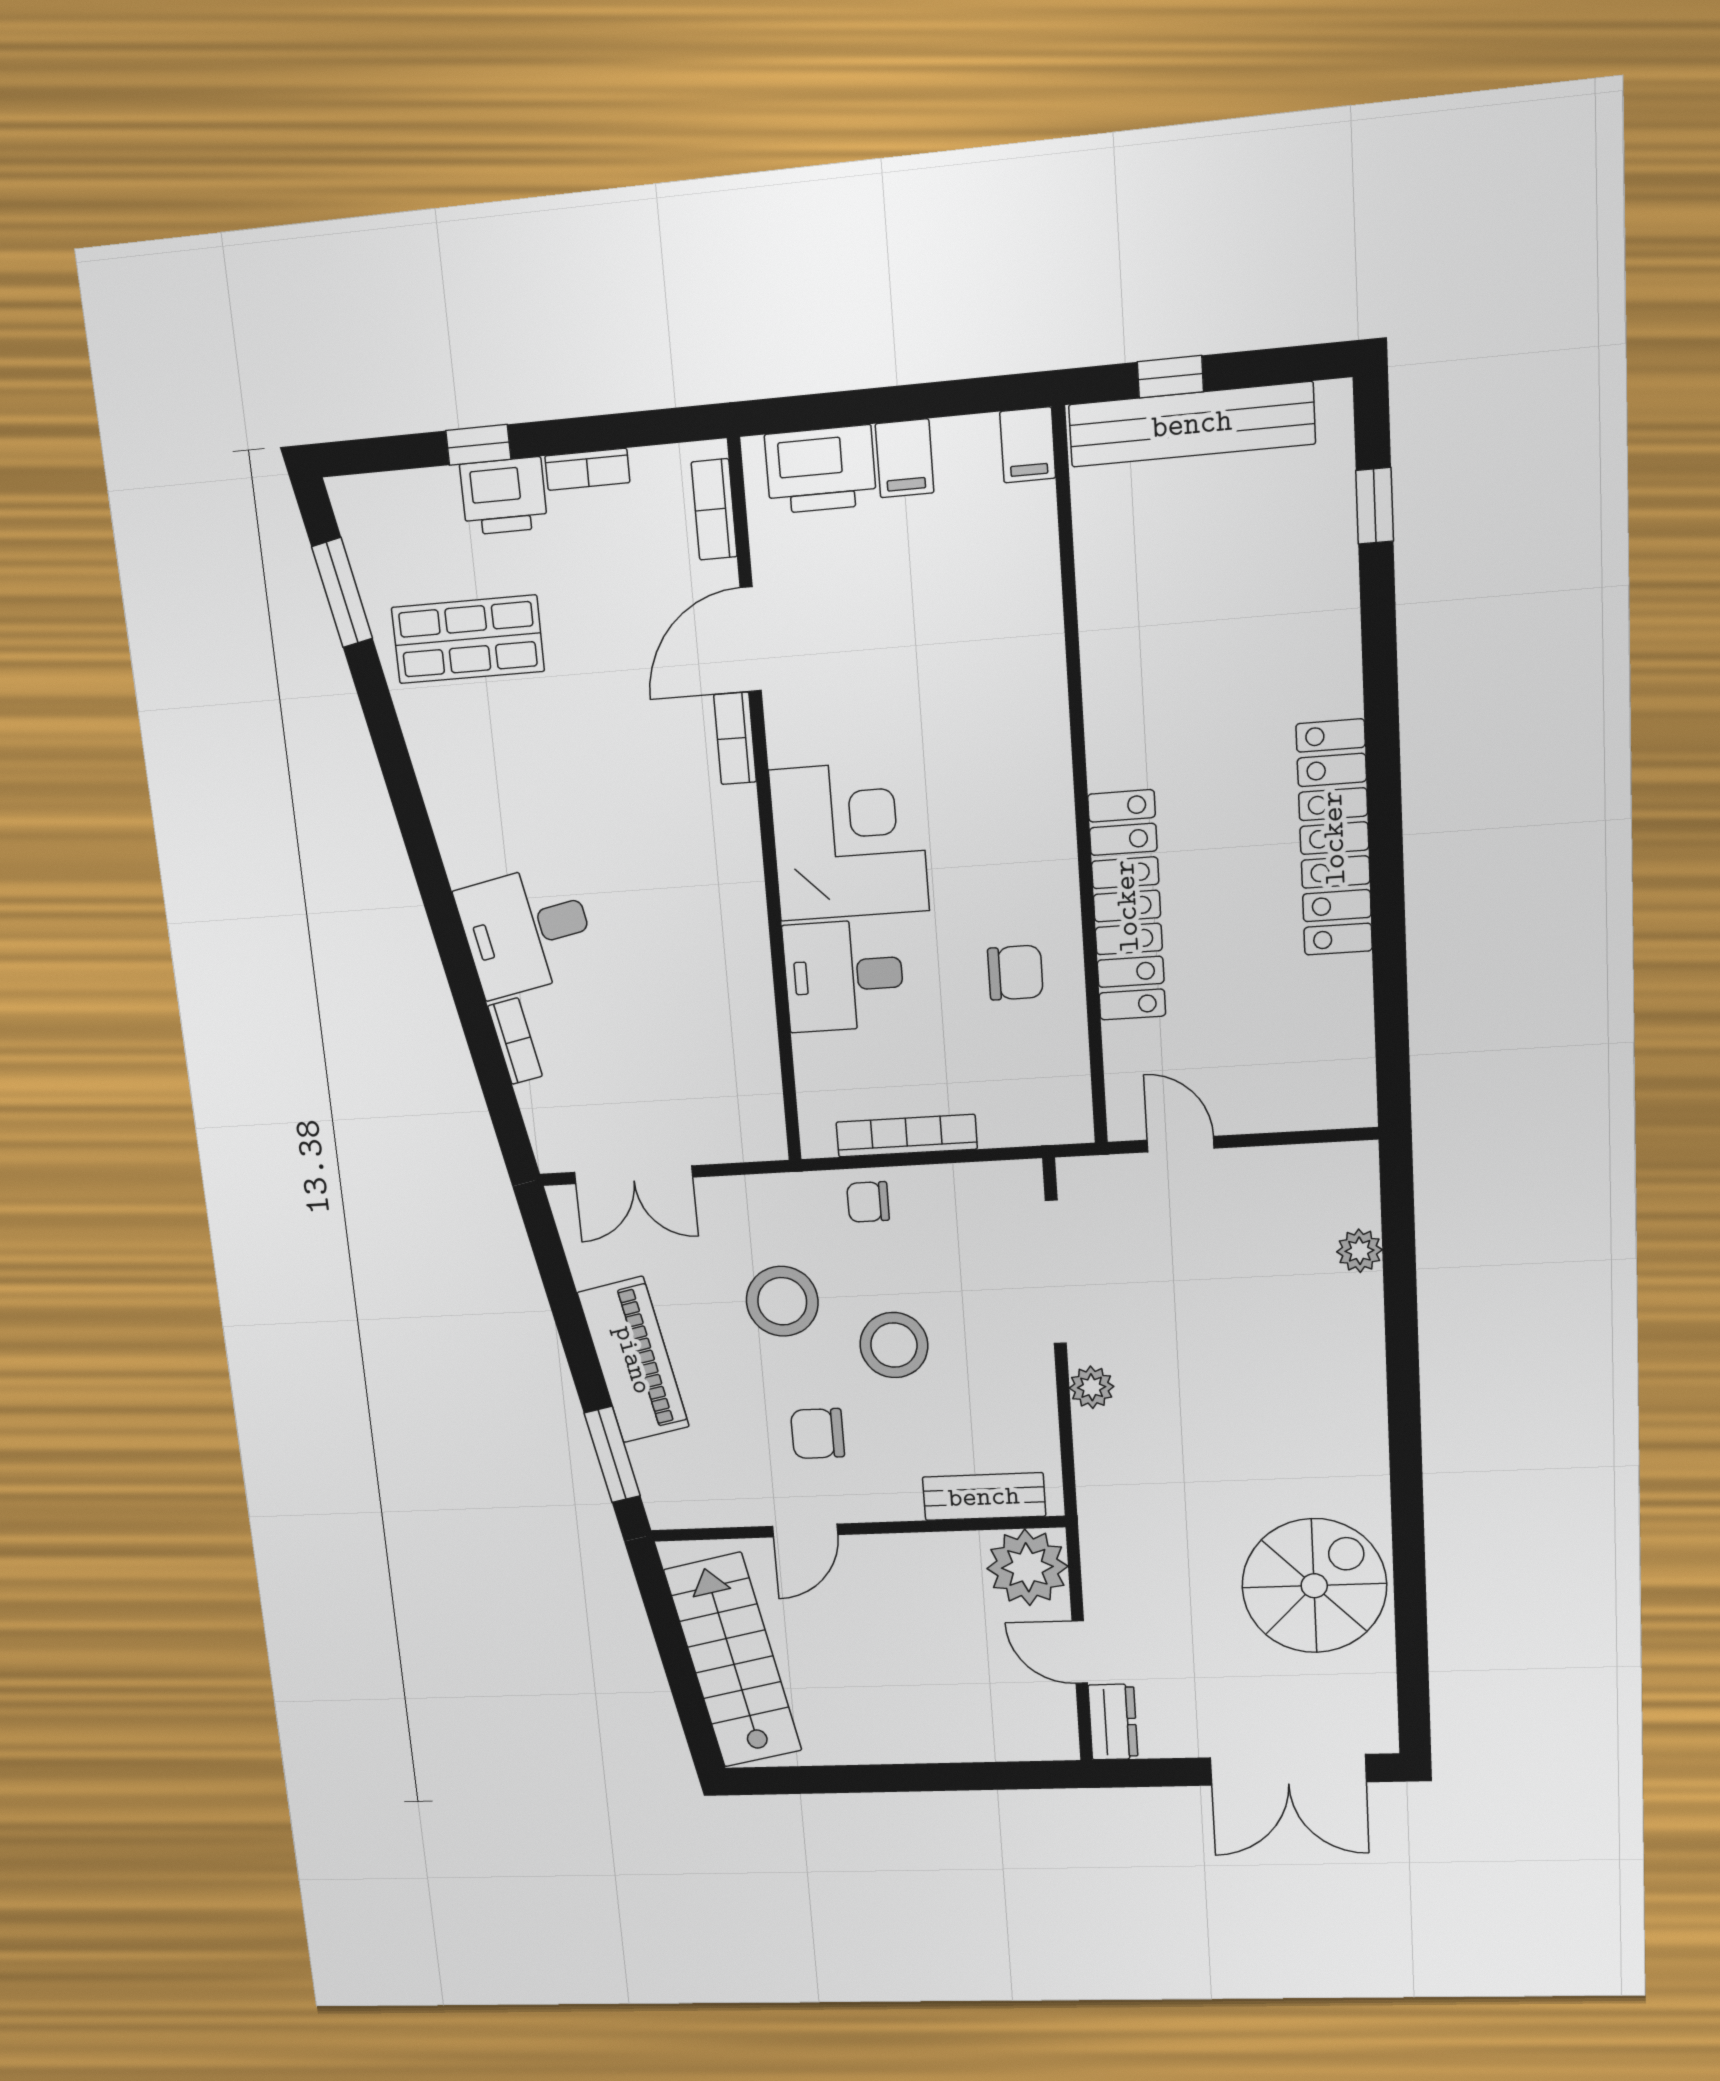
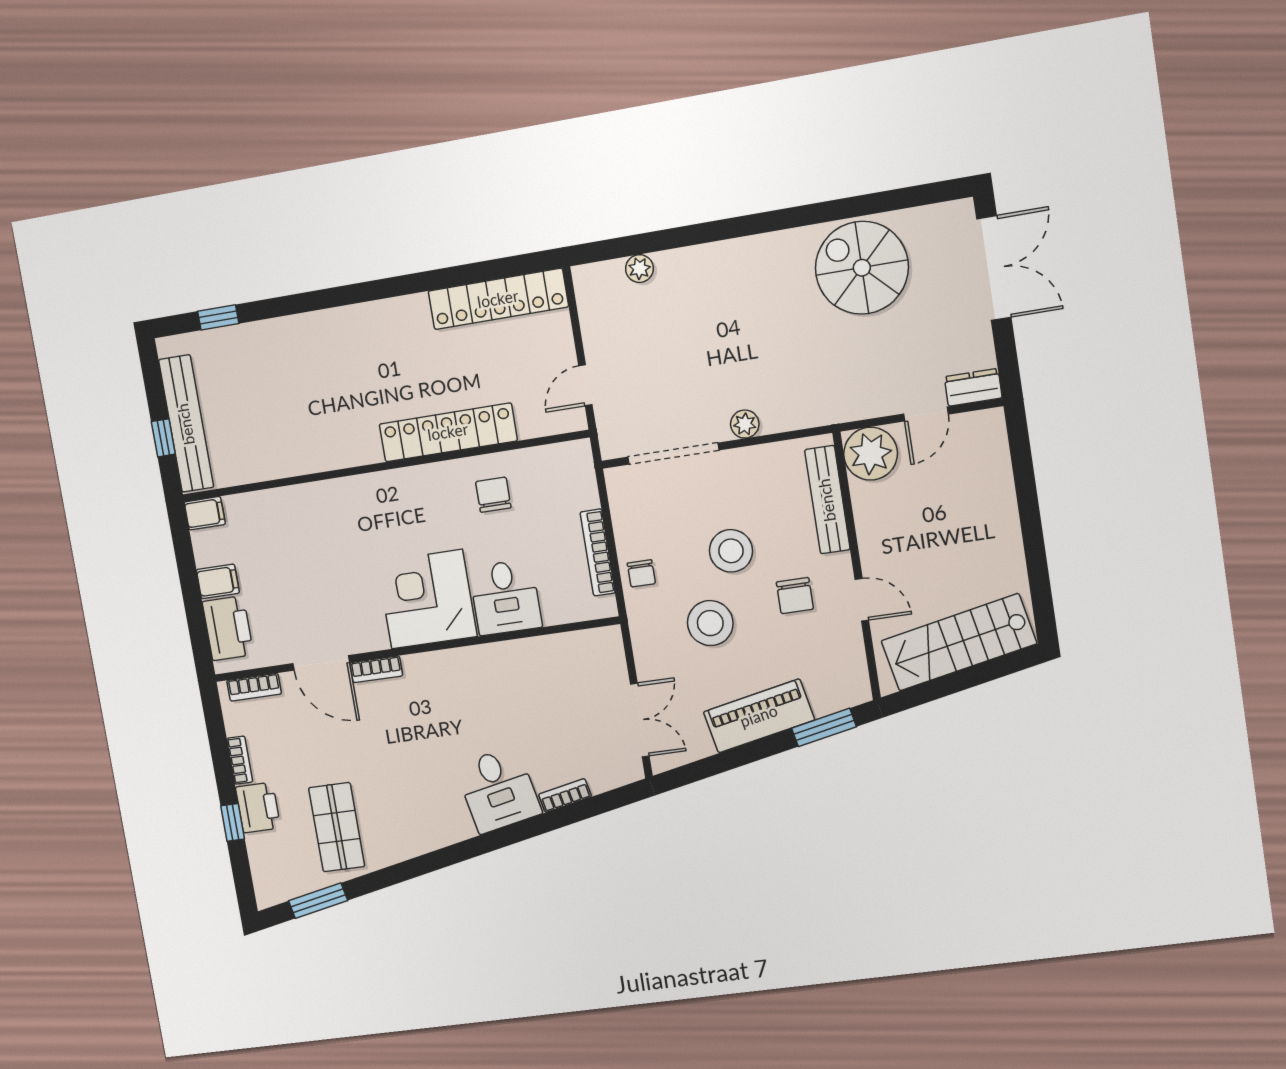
locker: (1334, 838) -> (498, 299), moved
bench: (984, 1497) -> (827, 500), width x1.36

